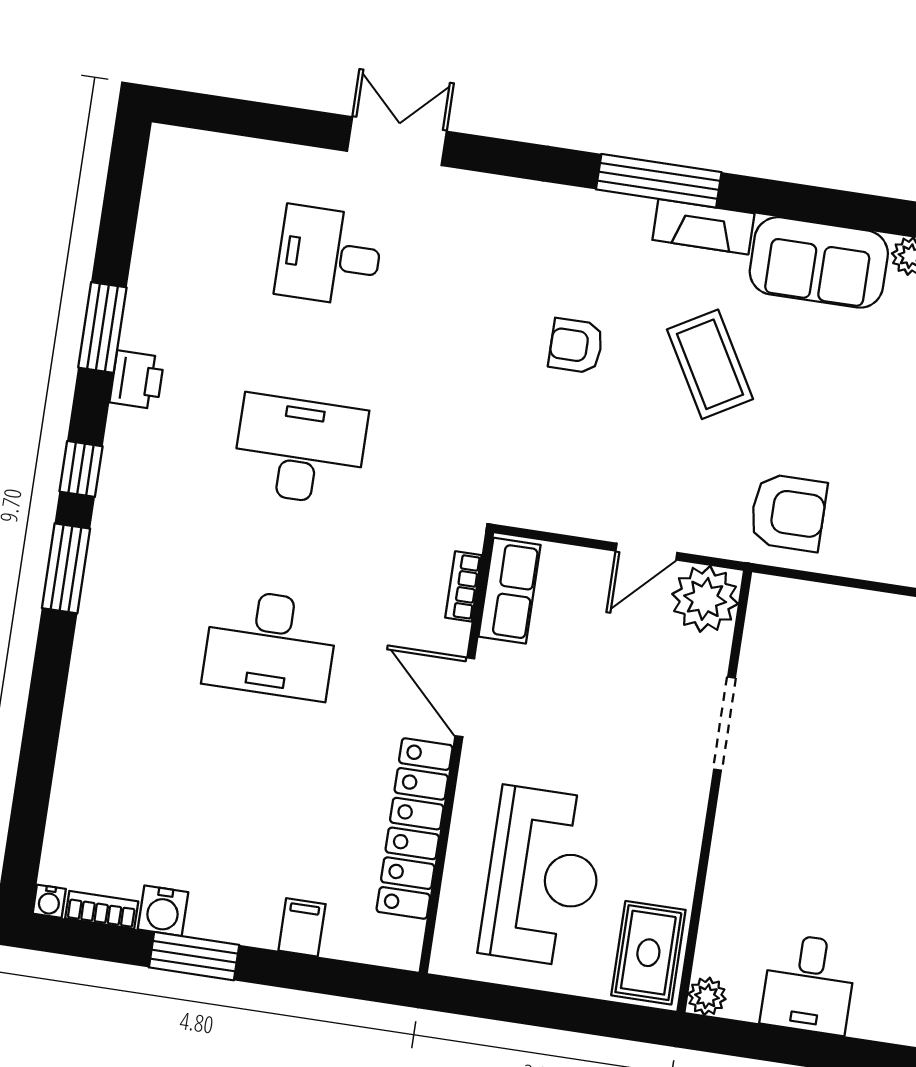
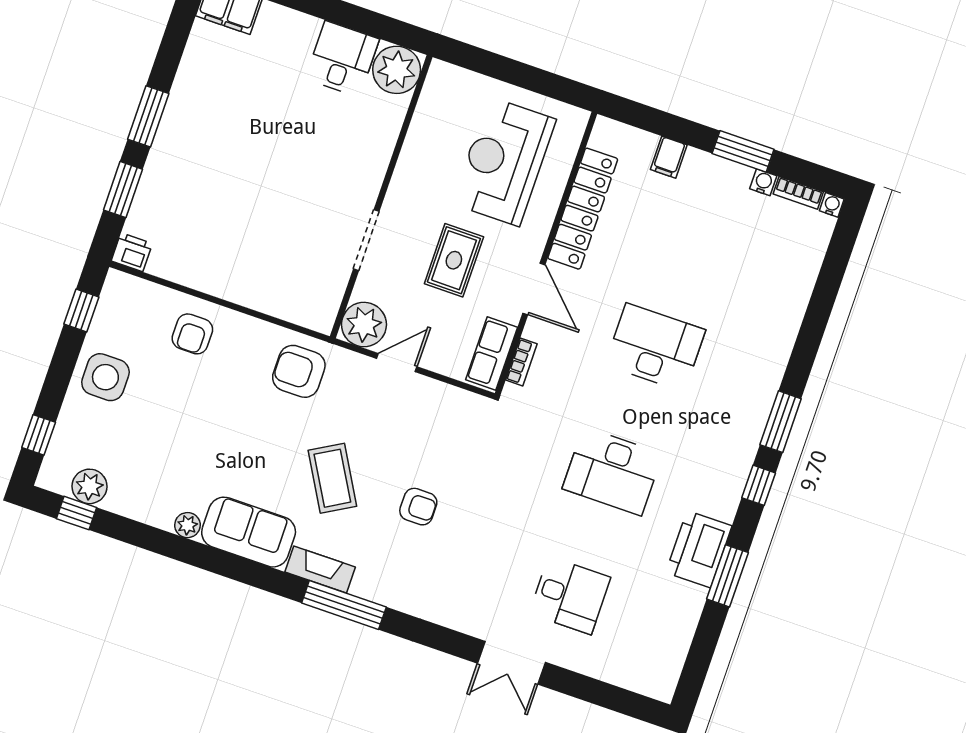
printer: (137, 380) -> (699, 549), width x1.87, depth x1.48
water cooler: (163, 911) -> (763, 182), width x0.72, depth x0.72
rug: (648, 953) -> (454, 260), moved
plant: (707, 996) -> (397, 70), width x1.88, depth x1.88

